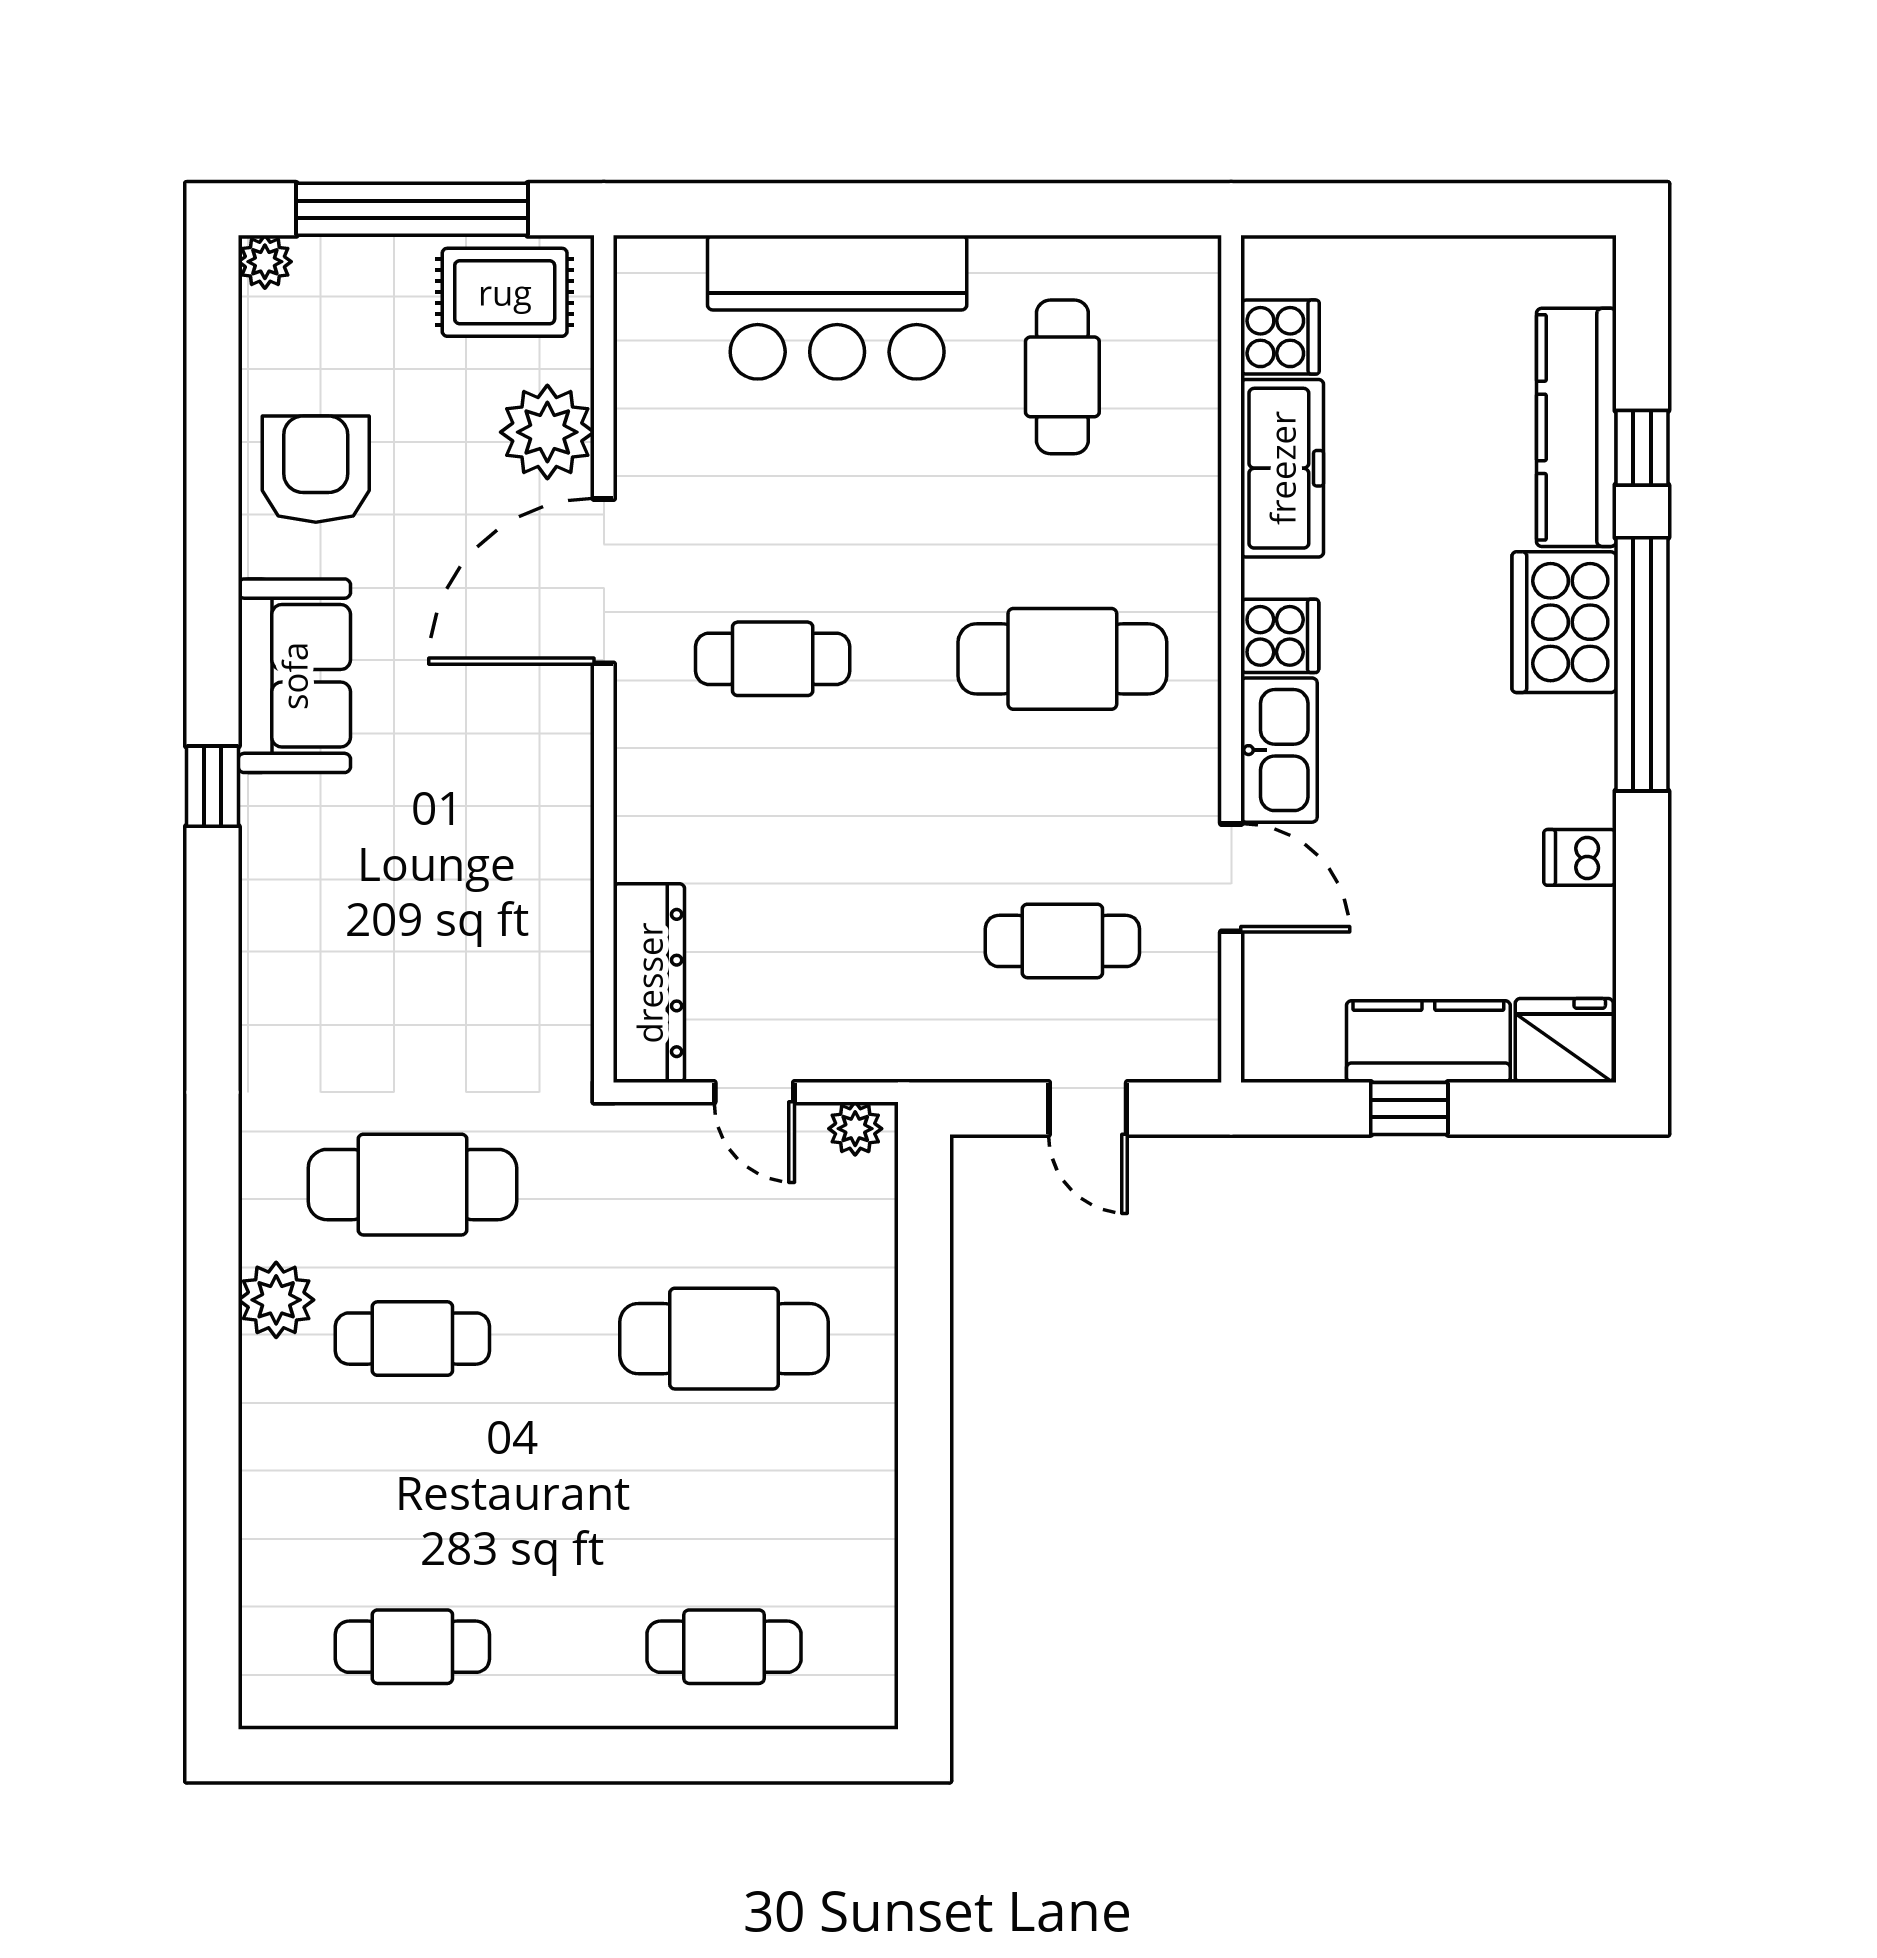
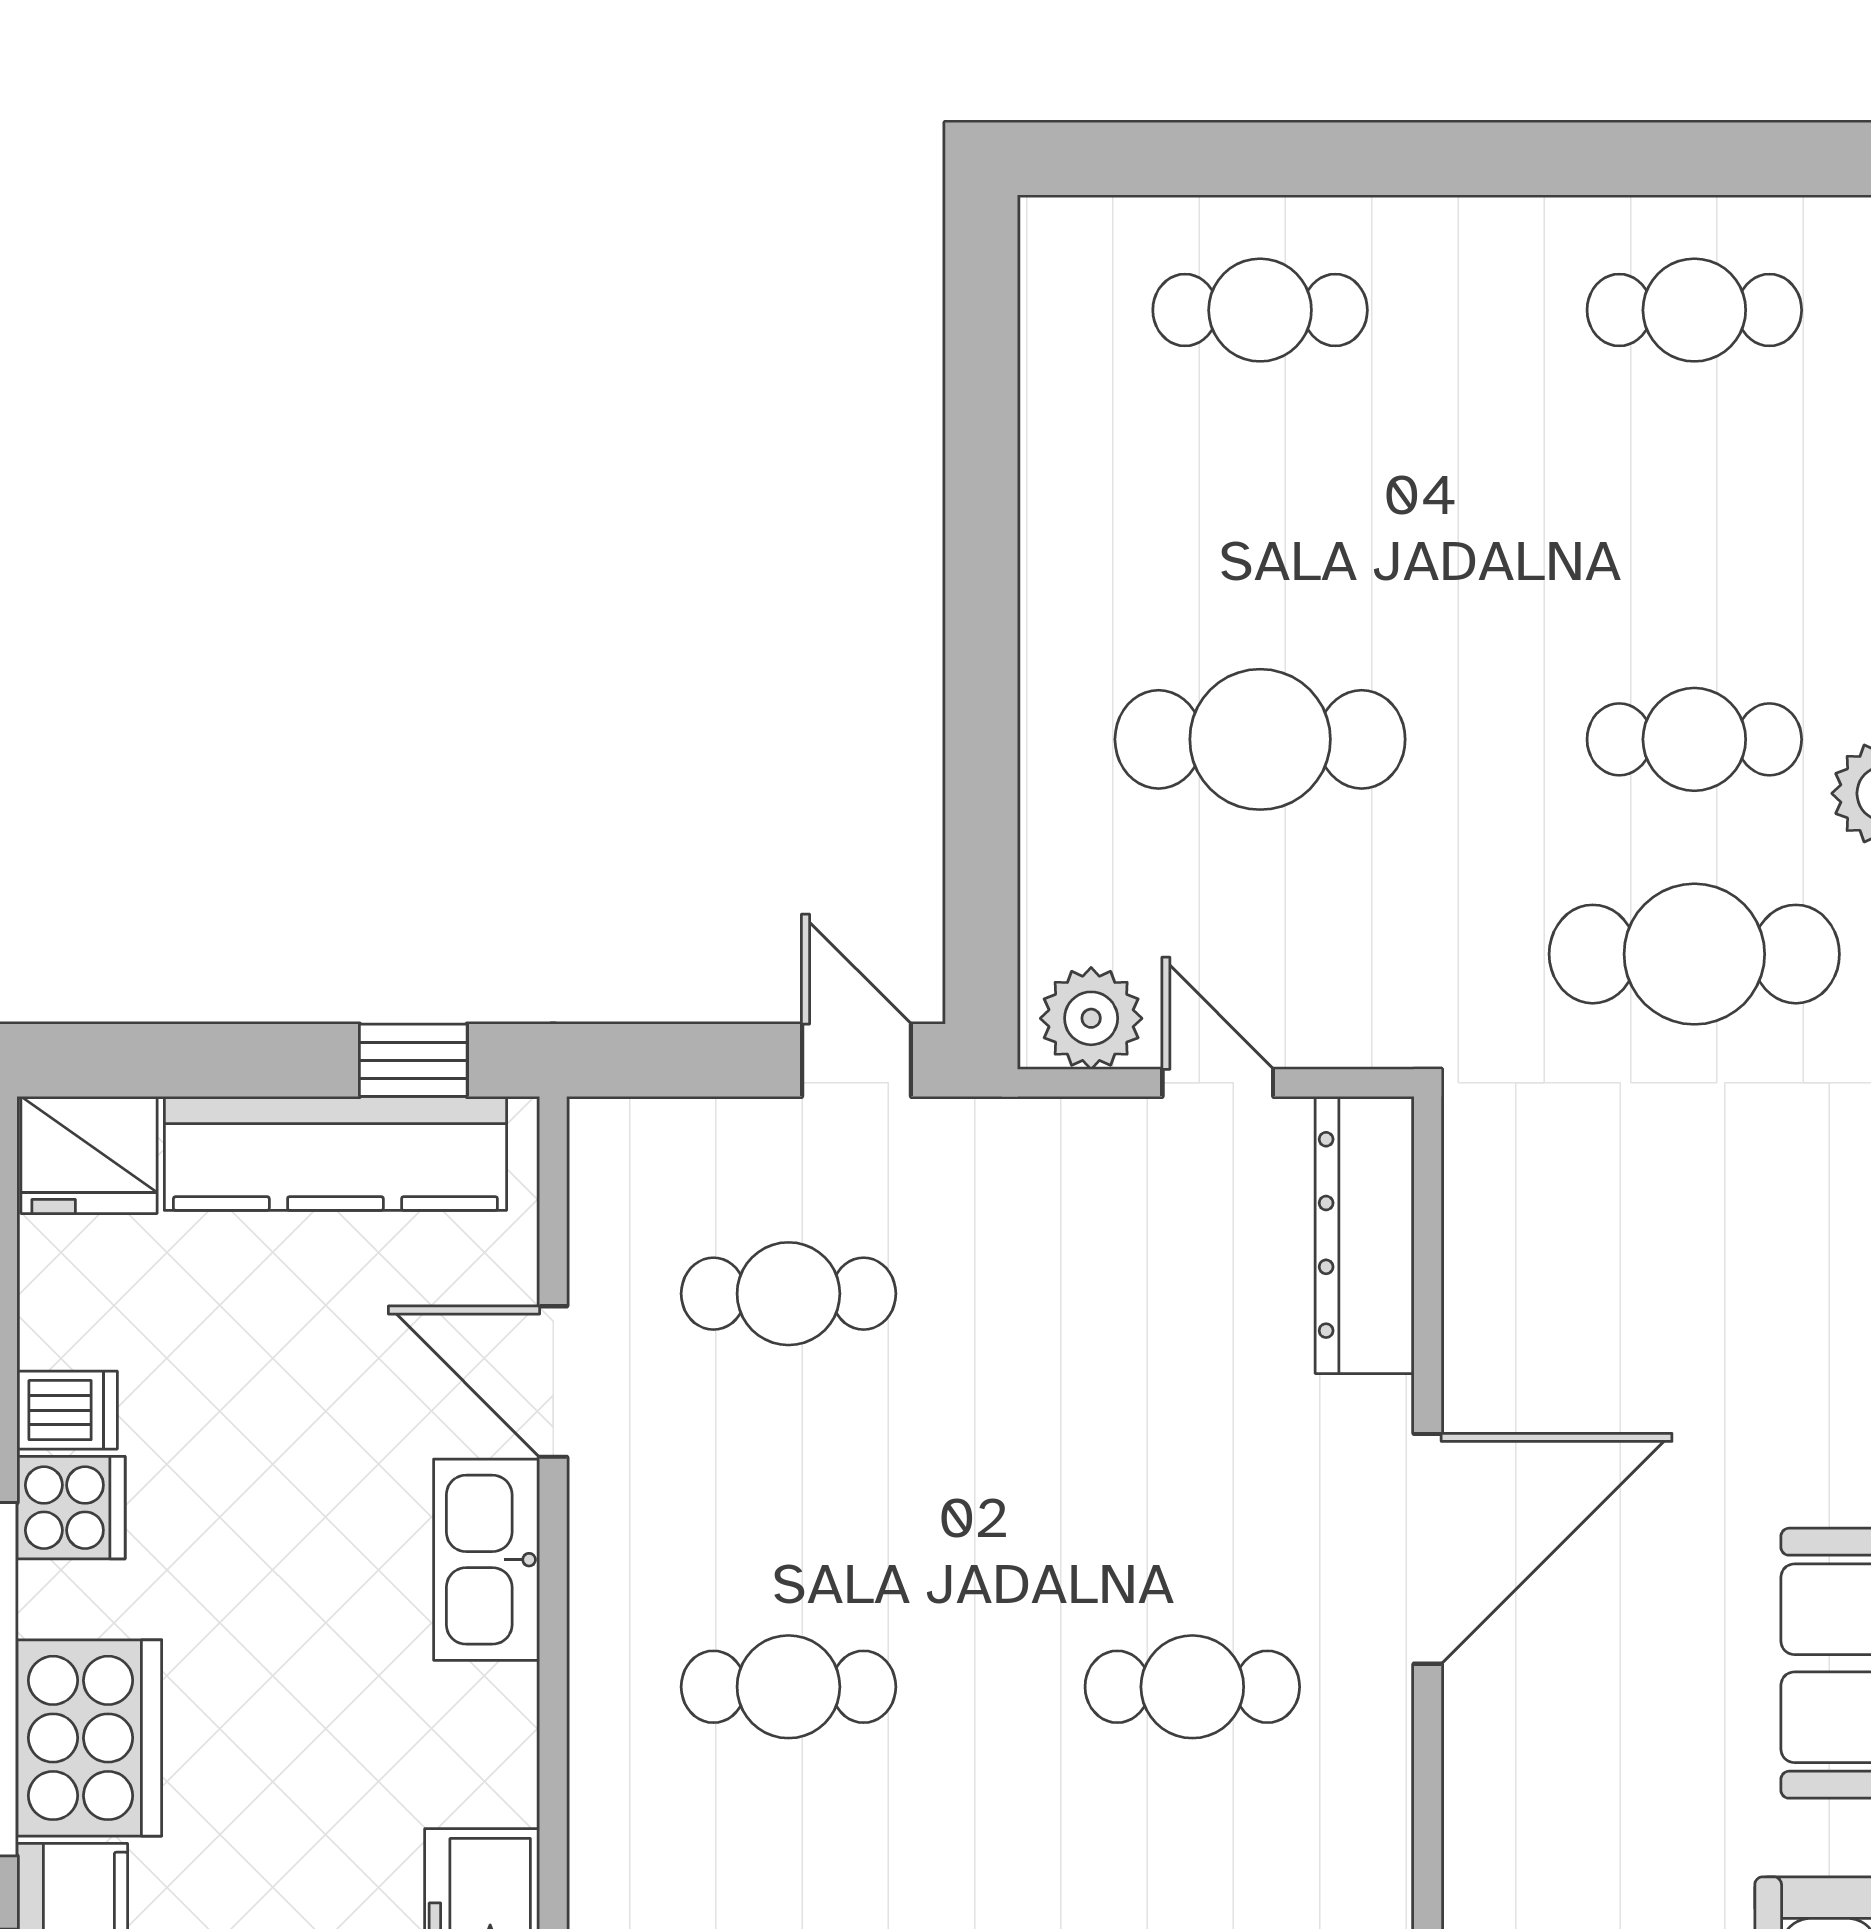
door: (604, 581) -> (1428, 1549), moved
cooker: (1280, 636) -> (71, 1508), moved, turned 180
cafe table: (1062, 659) -> (788, 1687), width x0.73, depth x0.74
kitchen counter: (1428, 1042) -> (335, 1153), width x1.50
door: (1088, 1108) -> (857, 1060), moved
window: (1409, 1108) -> (413, 1060), moved
plant: (855, 1129) -> (1091, 1018), width x1.38, depth x1.38

